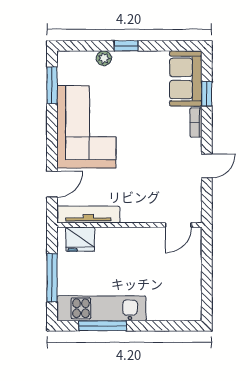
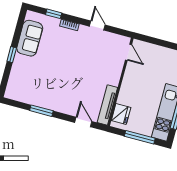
plant: (104, 58) -> (16, 70), removed
sofa: (186, 78) -> (30, 38), moved, turned -90
window: (52, 85) -> (41, 111), moved
corner sofa: (86, 127) -> (54, 92), removed

